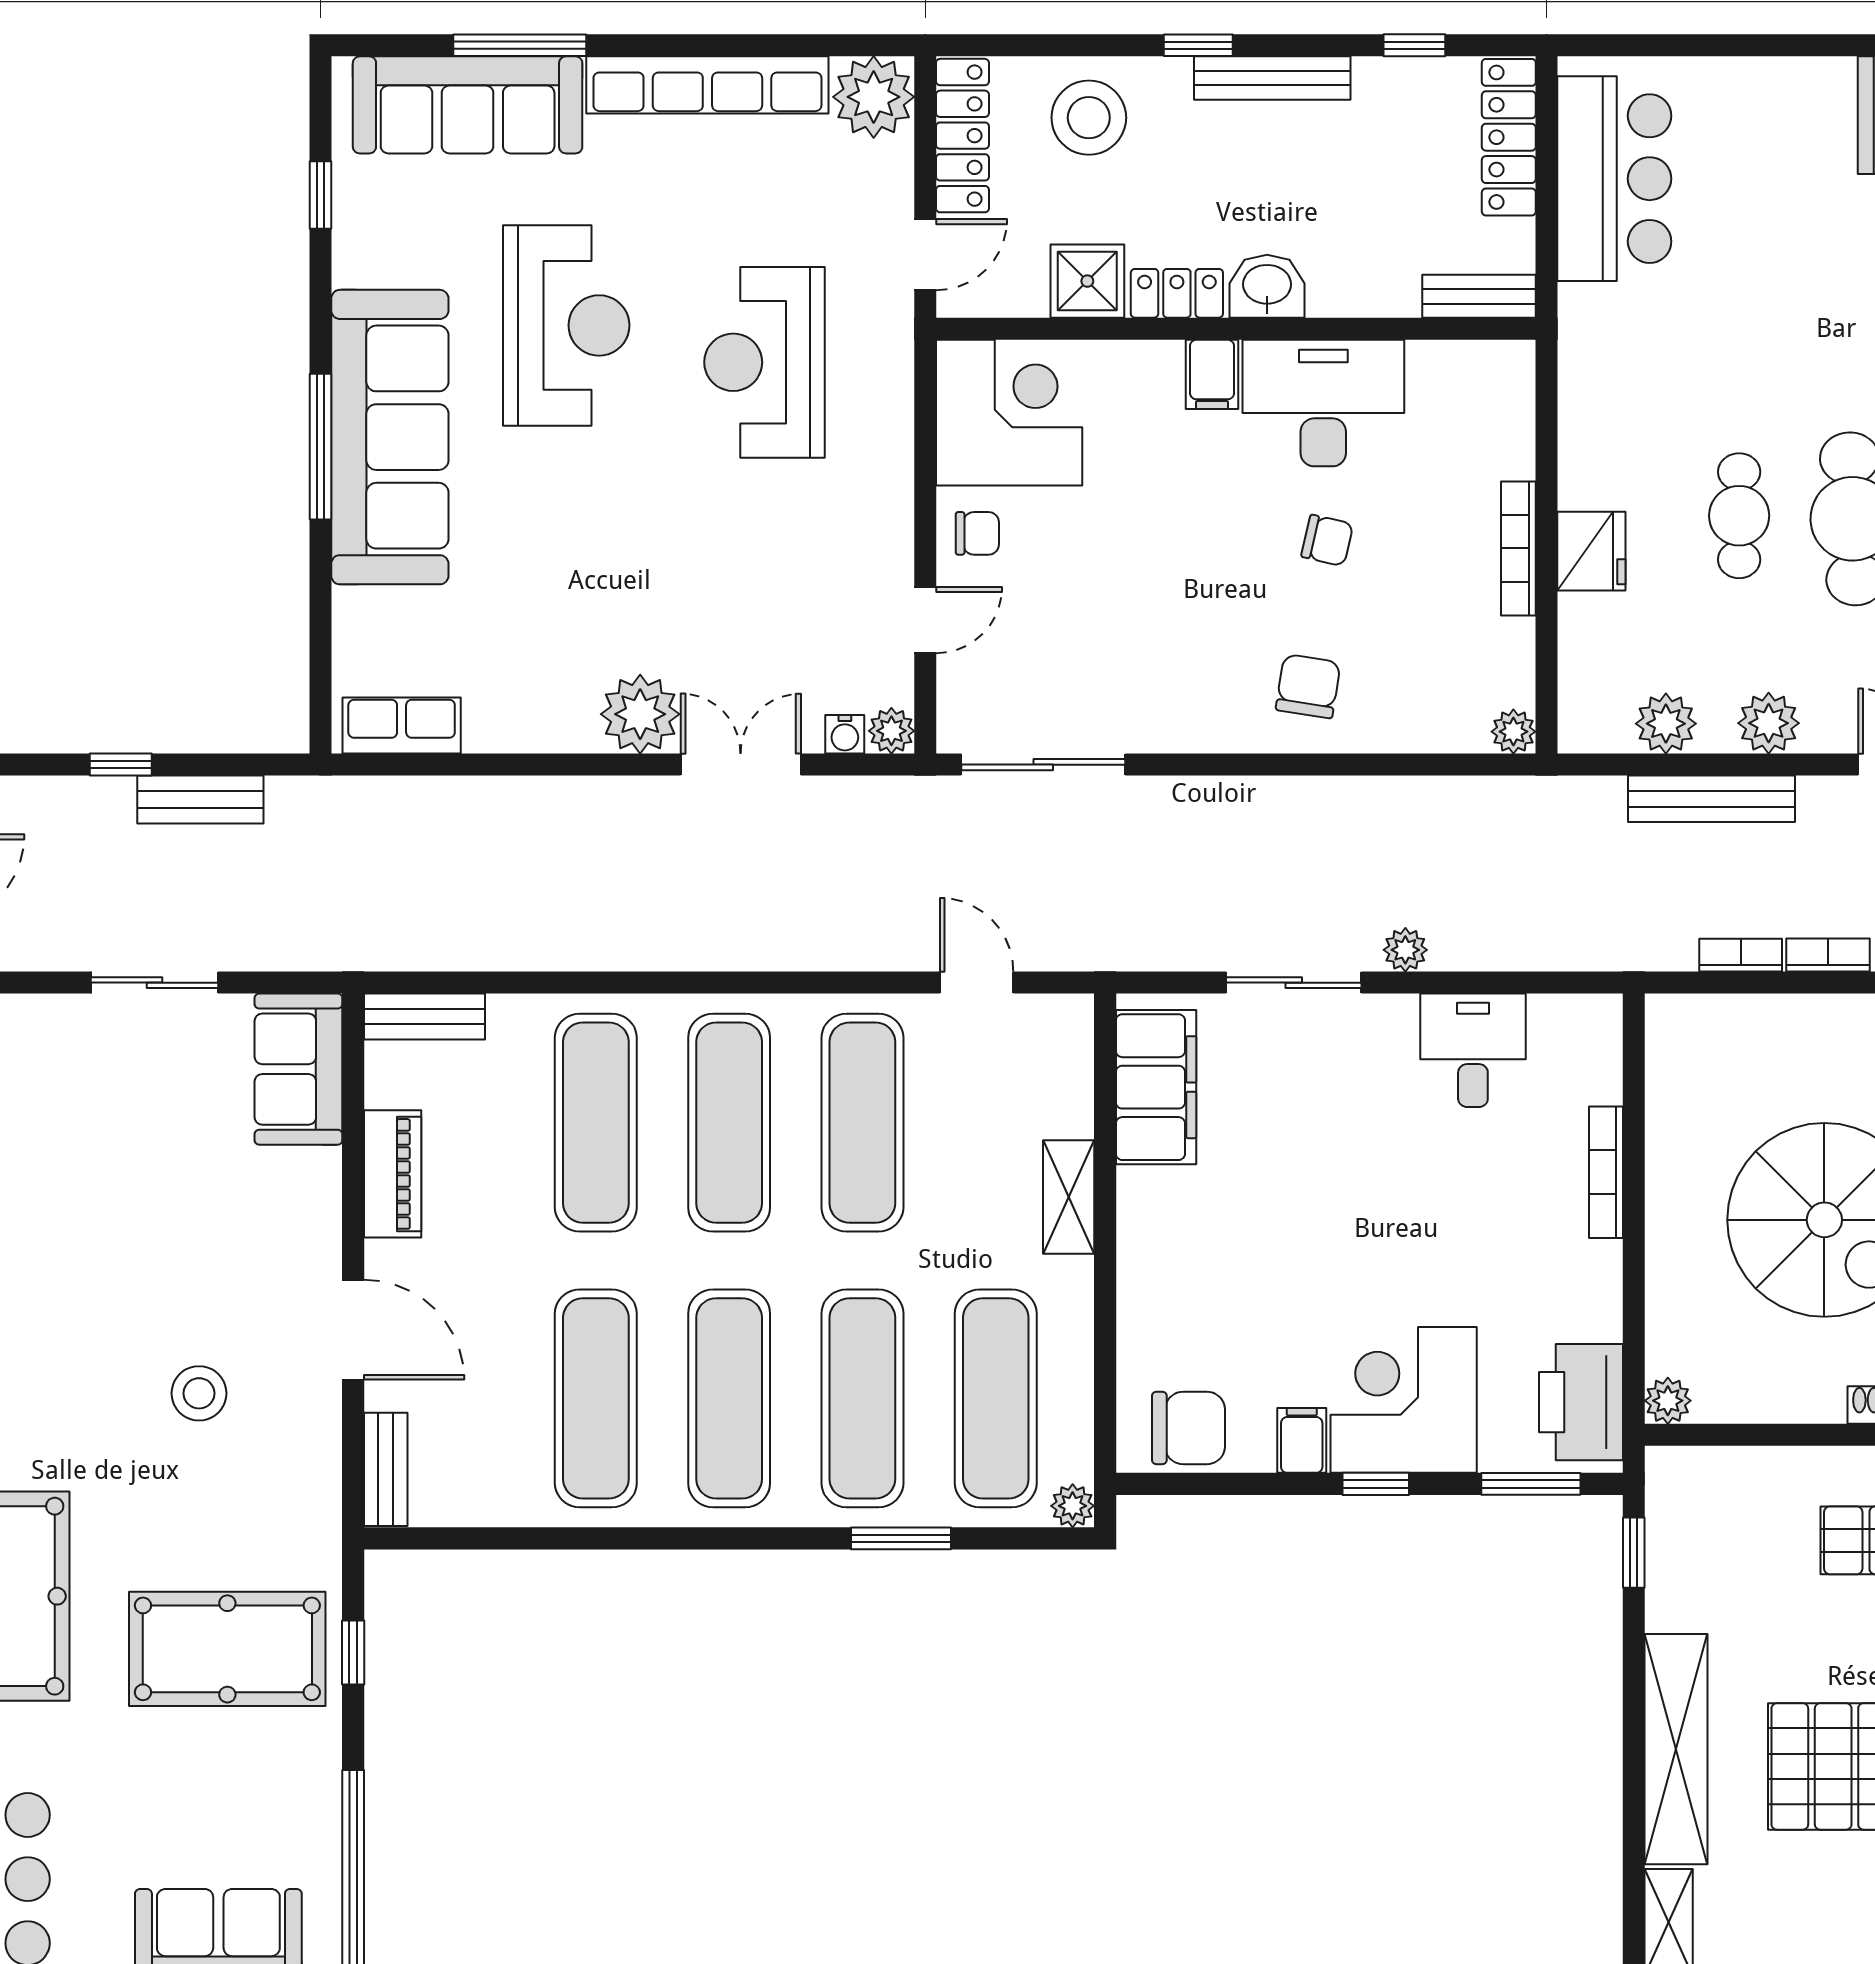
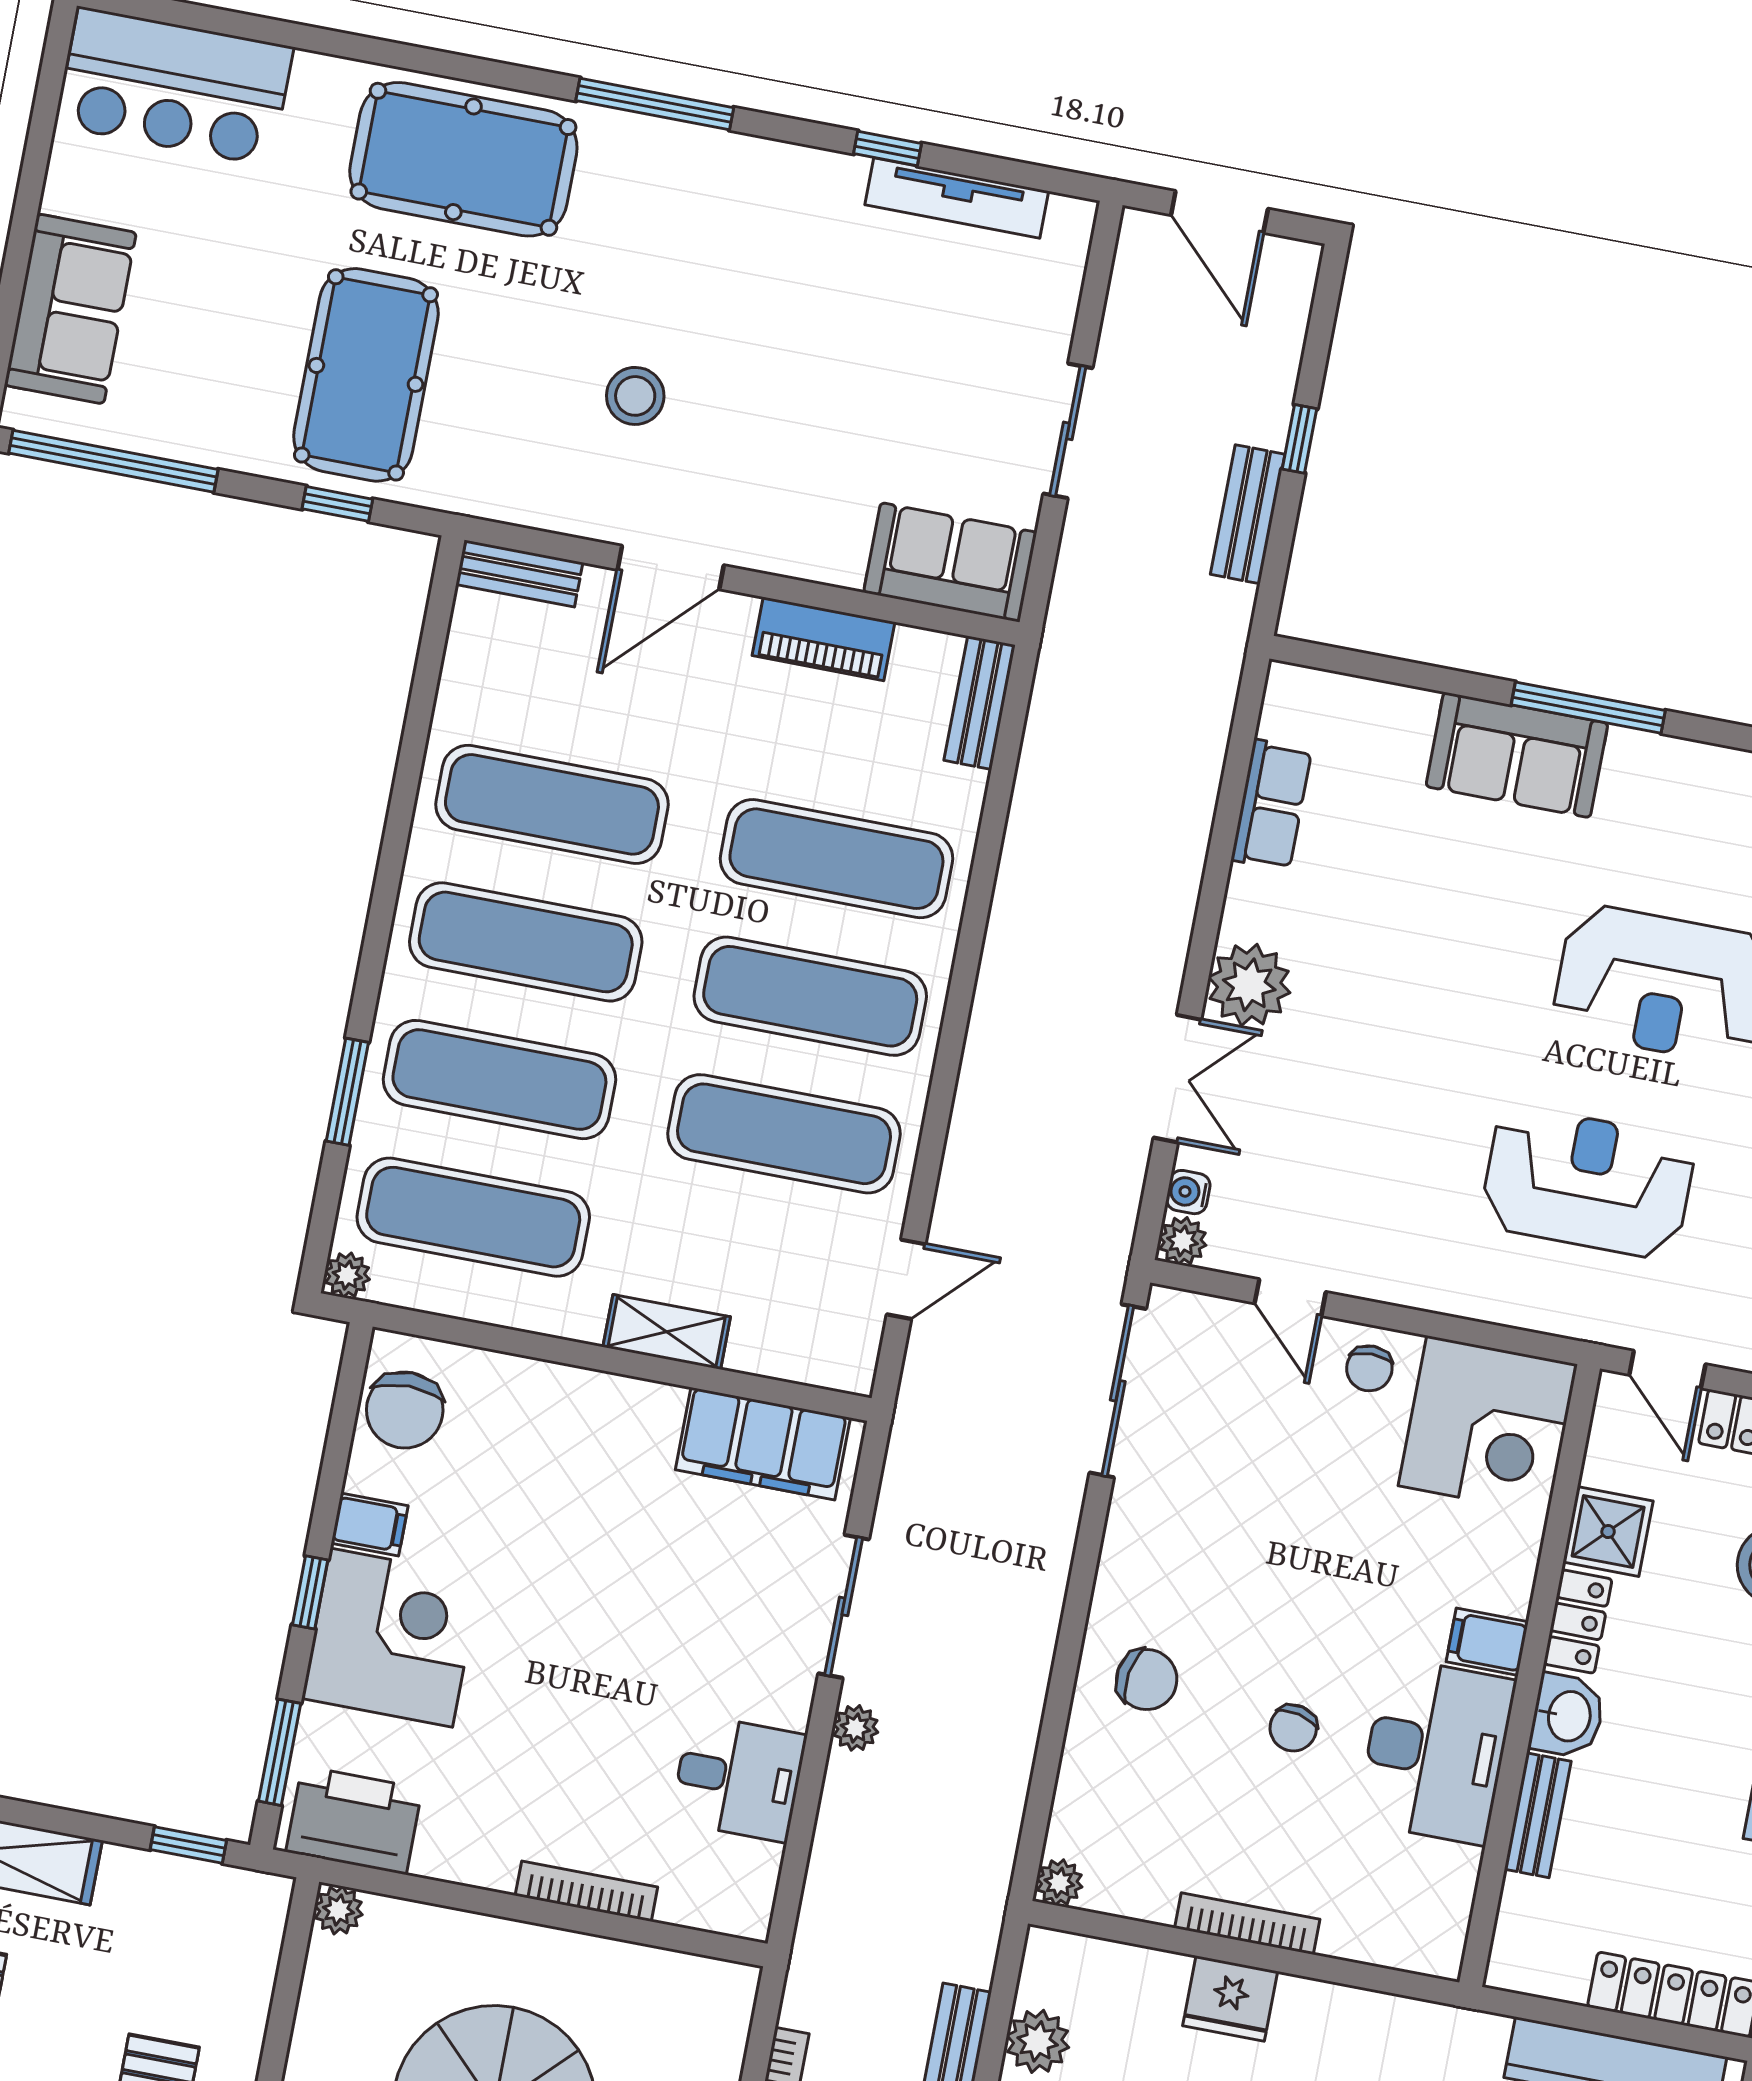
bench: (1479, 296) -> (1538, 1815), moved
sofa: (390, 437) -> (1517, 755), width x0.54, depth x0.79
row of seats: (402, 726) -> (1271, 805), moved

